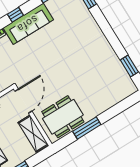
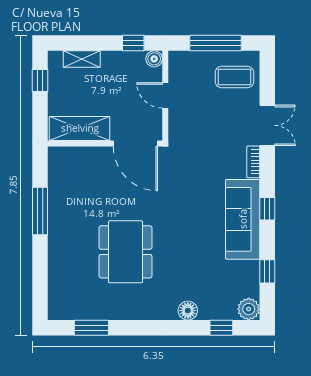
floor lamp: (91, 23) -> (188, 311), added
dining table: (63, 117) -> (125, 252), moved

